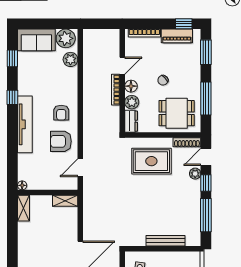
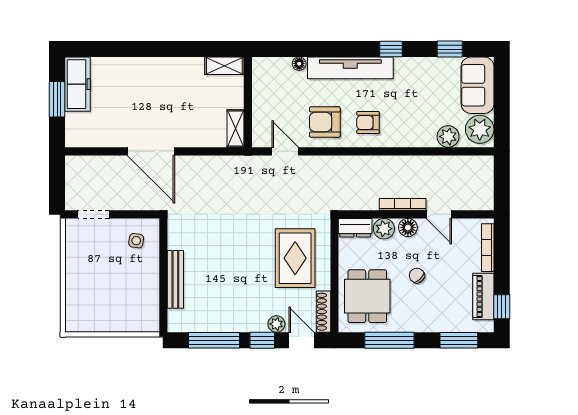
armchair: (61, 141) -> (325, 122), turned -90
floor lamp: (22, 185) -> (299, 64), moved

